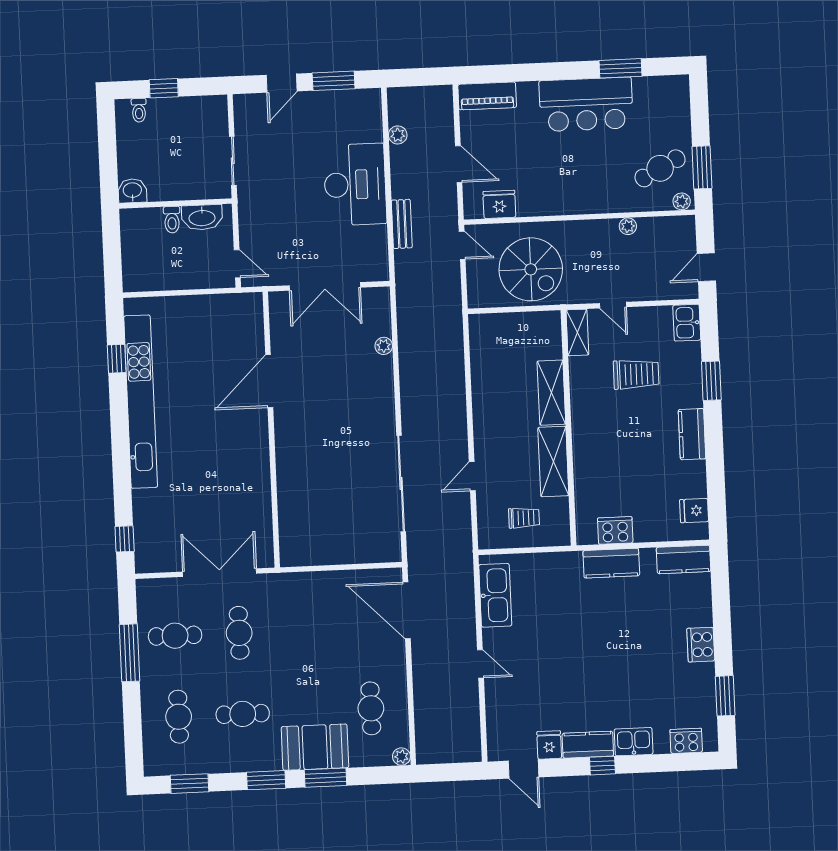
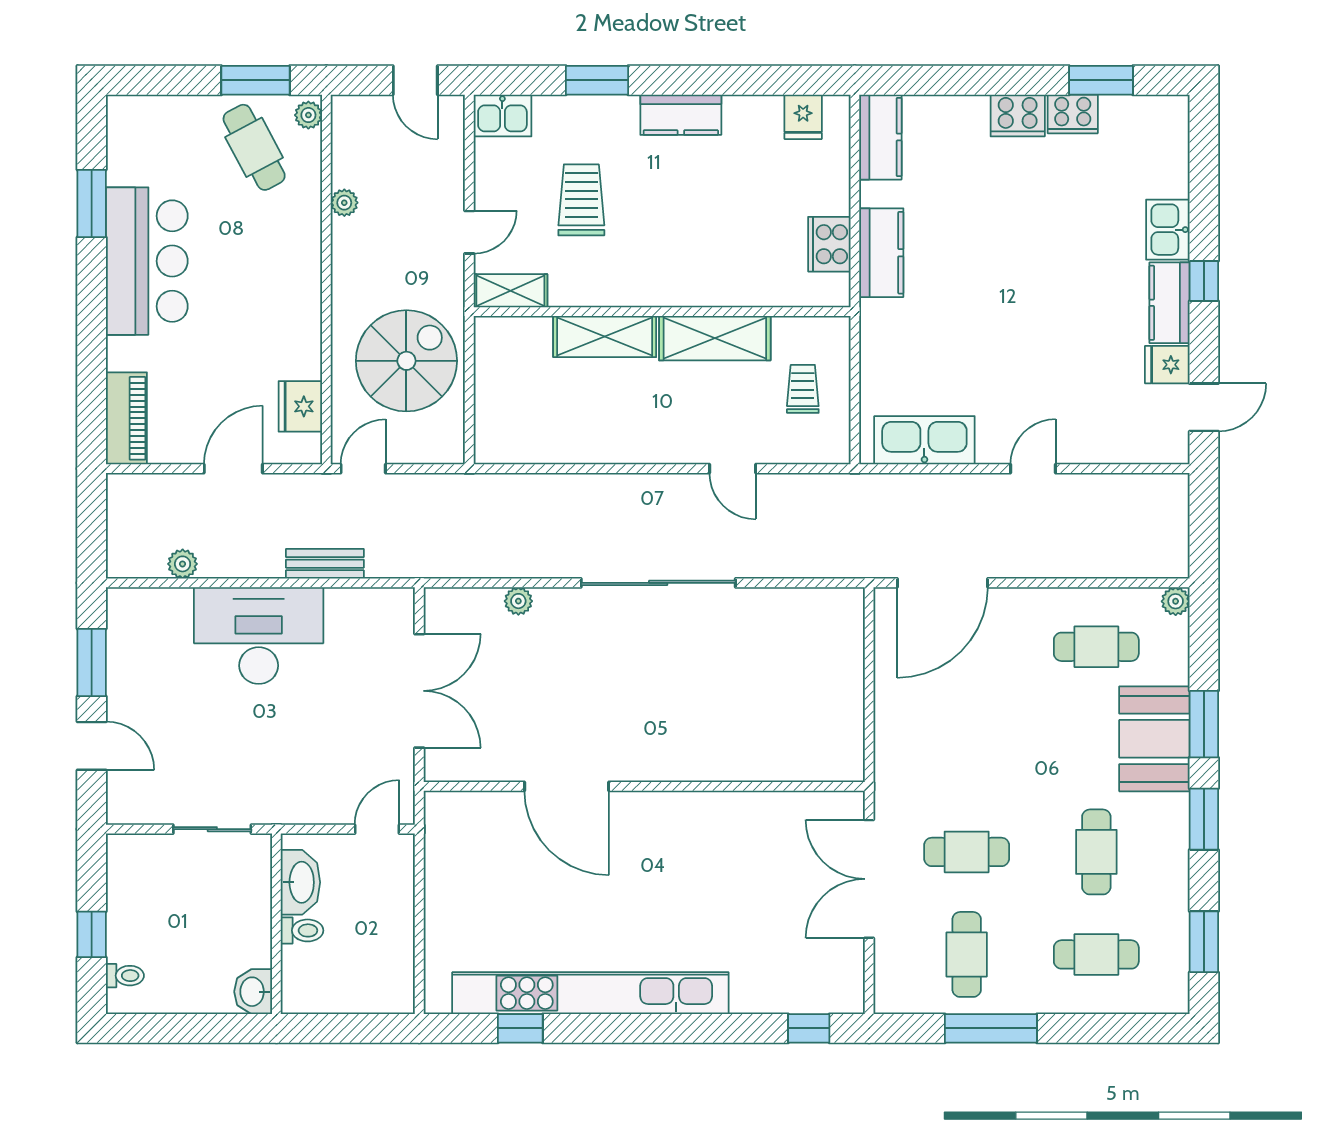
sliding door: (401, 483) -> (658, 583), moved
cooker: (686, 741) -> (1073, 114), moved, turned -90

